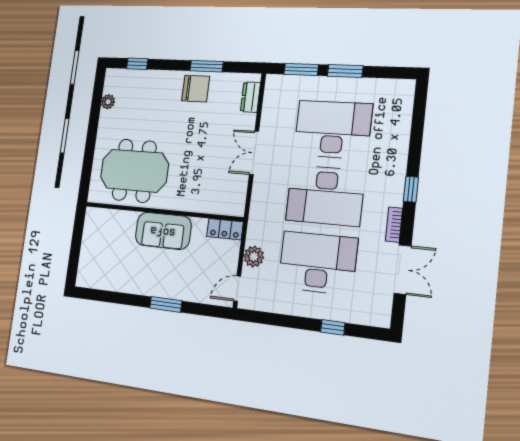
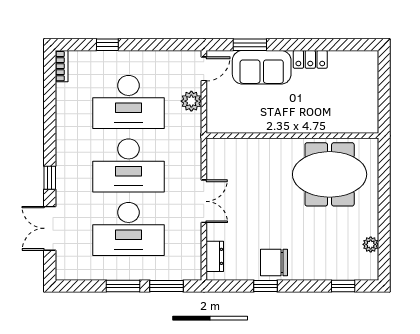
window: (207, 66) -> (265, 286), width x0.67
desk: (325, 196) -> (128, 165), turned 180
bookcase: (394, 225) -> (62, 66), moved
locker: (225, 229) -> (310, 59), moved, turned 180
sofa: (163, 231) -> (262, 67), moved, turned 180
double door: (403, 270) -> (50, 228), moved
window: (166, 304) -> (250, 45), moved

